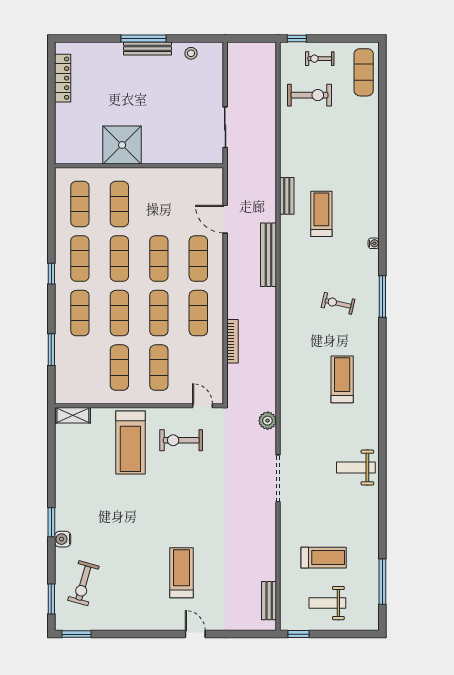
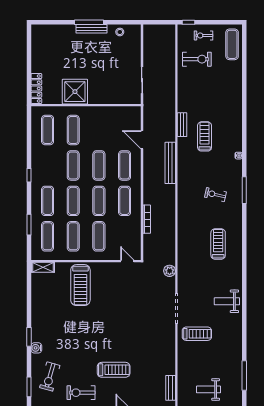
locker: (63, 78) -> (36, 89), moved
exercise mat: (80, 259) -> (48, 236), moved
exercise bike: (181, 440) -> (81, 393), moved
treadmill: (324, 558) -> (197, 334), moved
treadmill: (181, 573) -> (114, 370), turned 90

